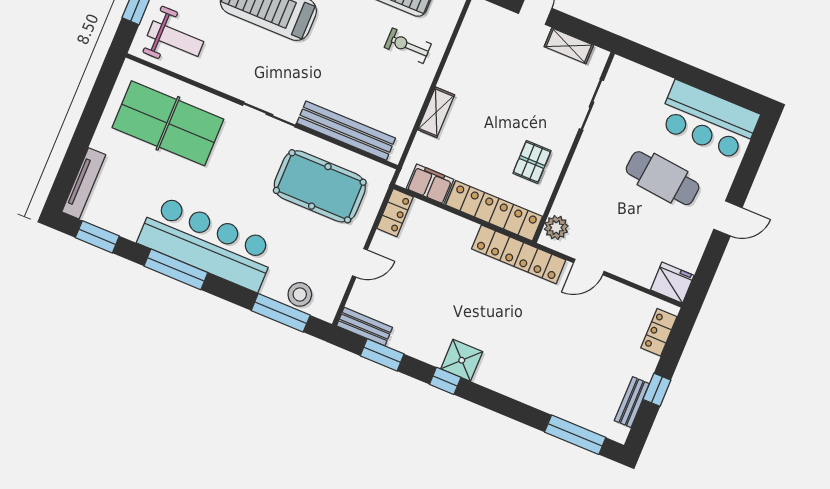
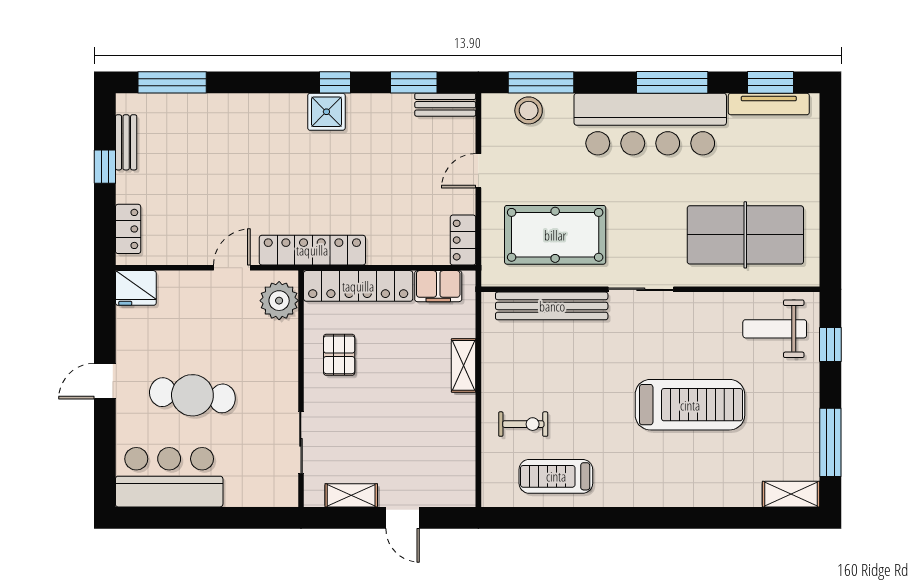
tv unit: (84, 183) -> (769, 104), moved, turned -90
plant: (556, 228) -> (279, 301), width x1.36, depth x1.36

